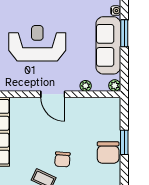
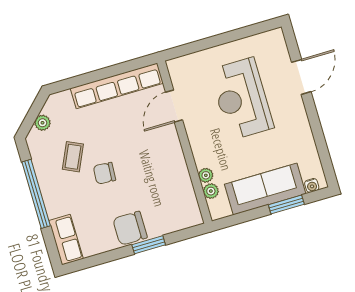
reception desk: (37, 43) -> (242, 99), turned 180
plant: (115, 85) -> (211, 191), moved
door: (53, 94) -> (174, 106), moved

